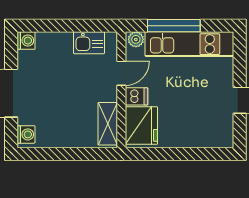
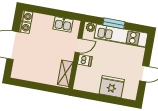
window: (174, 26) -> (114, 23), width x0.69
fridge: (141, 126) -> (112, 87), moved, turned -90
washing machine: (26, 134) -> (25, 28), moved

